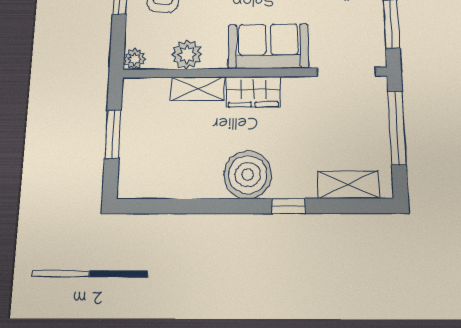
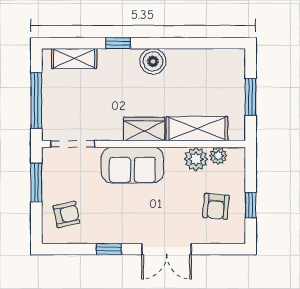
plant: (135, 59) -> (218, 156), moved
shelving: (198, 89) -> (197, 129), width x1.50, depth x1.33
boiler: (248, 175) -> (153, 61), width x0.73, depth x0.73

